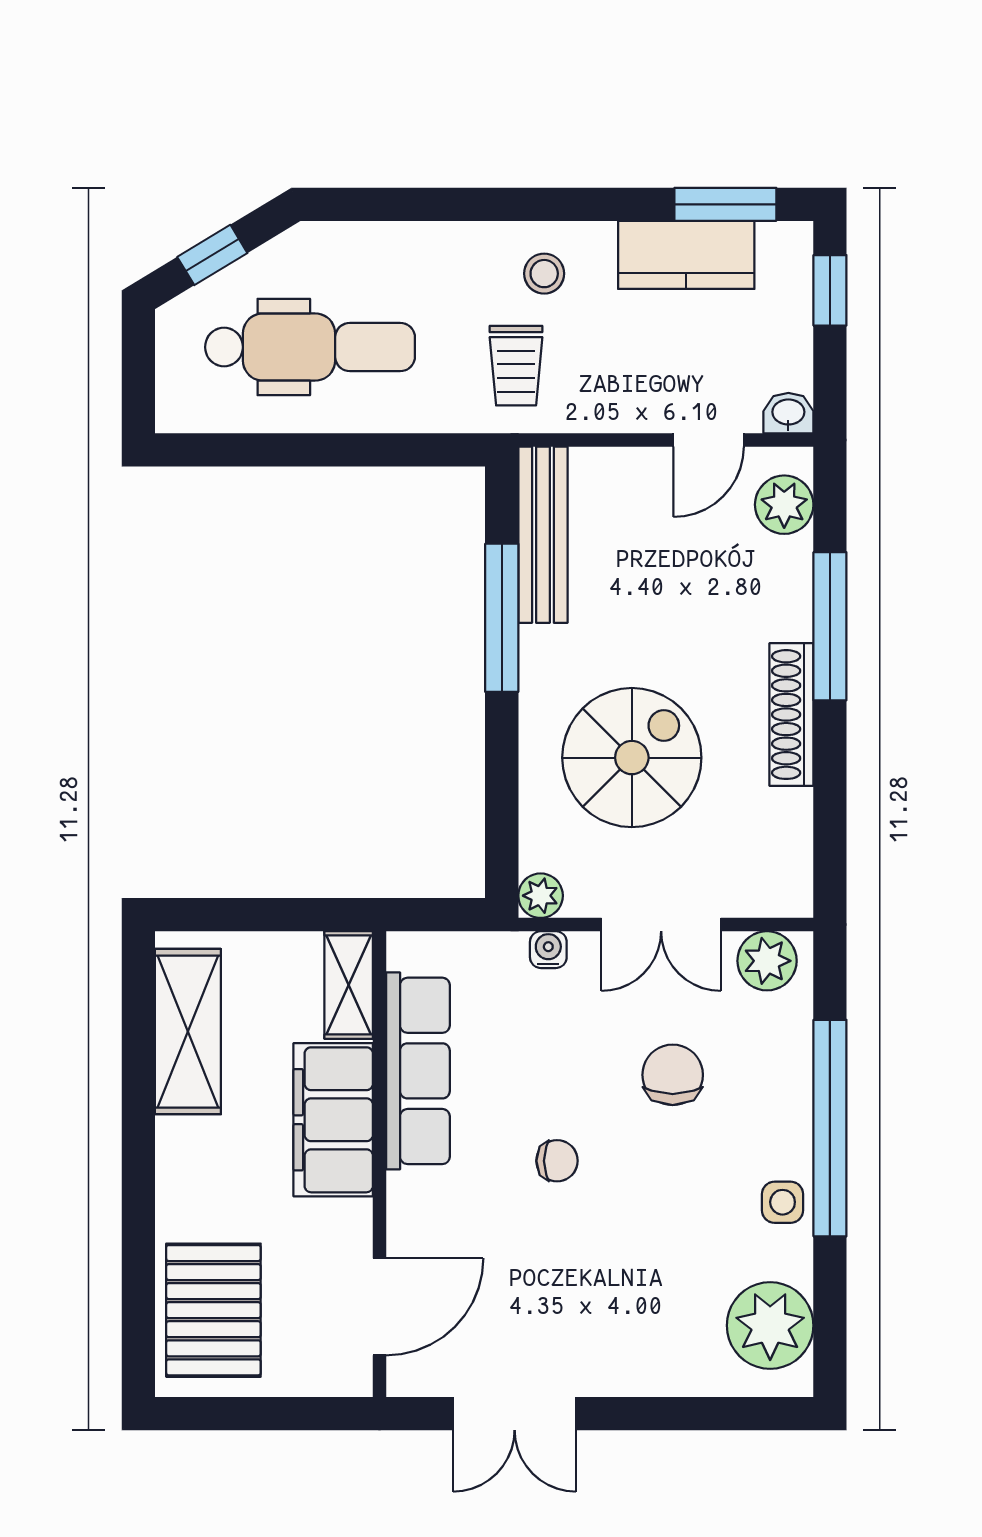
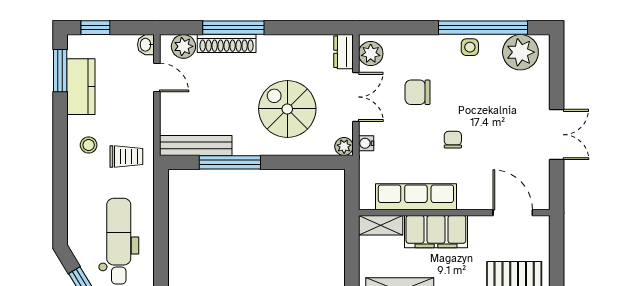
shoe rack: (791, 715) -> (227, 43), moved
dresser: (771, 894) -> (343, 52), added
window: (830, 1128) -> (483, 28), moved
double door: (515, 1414) -> (557, 135), moved

